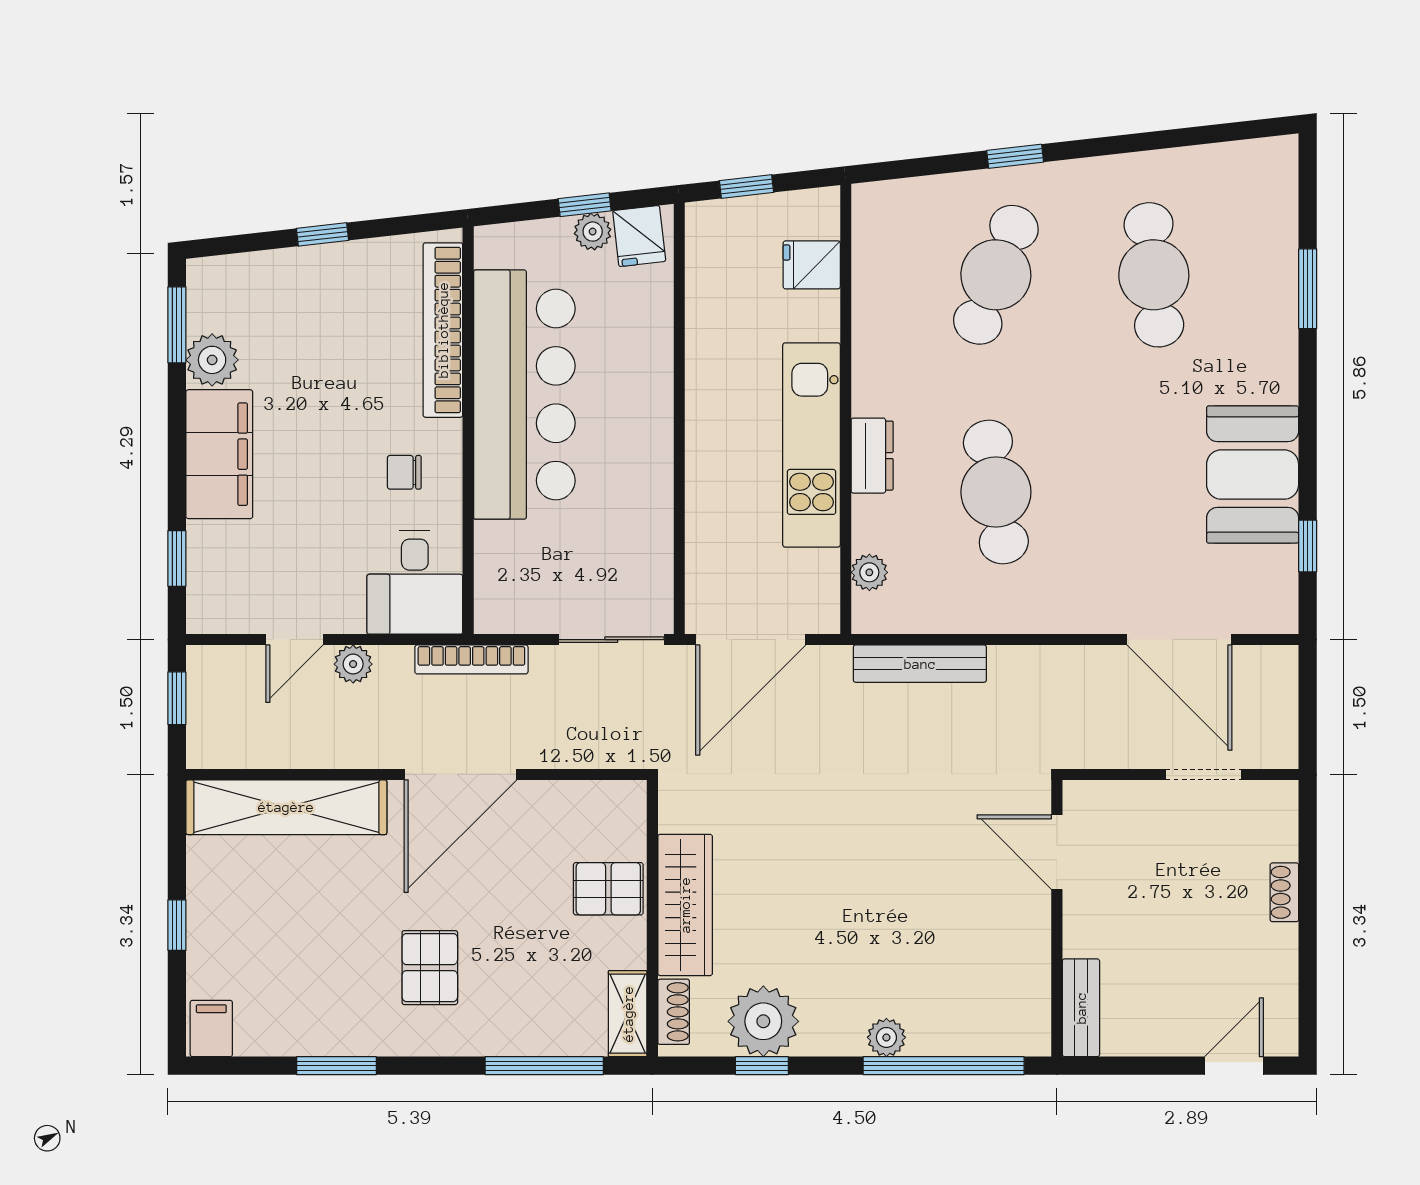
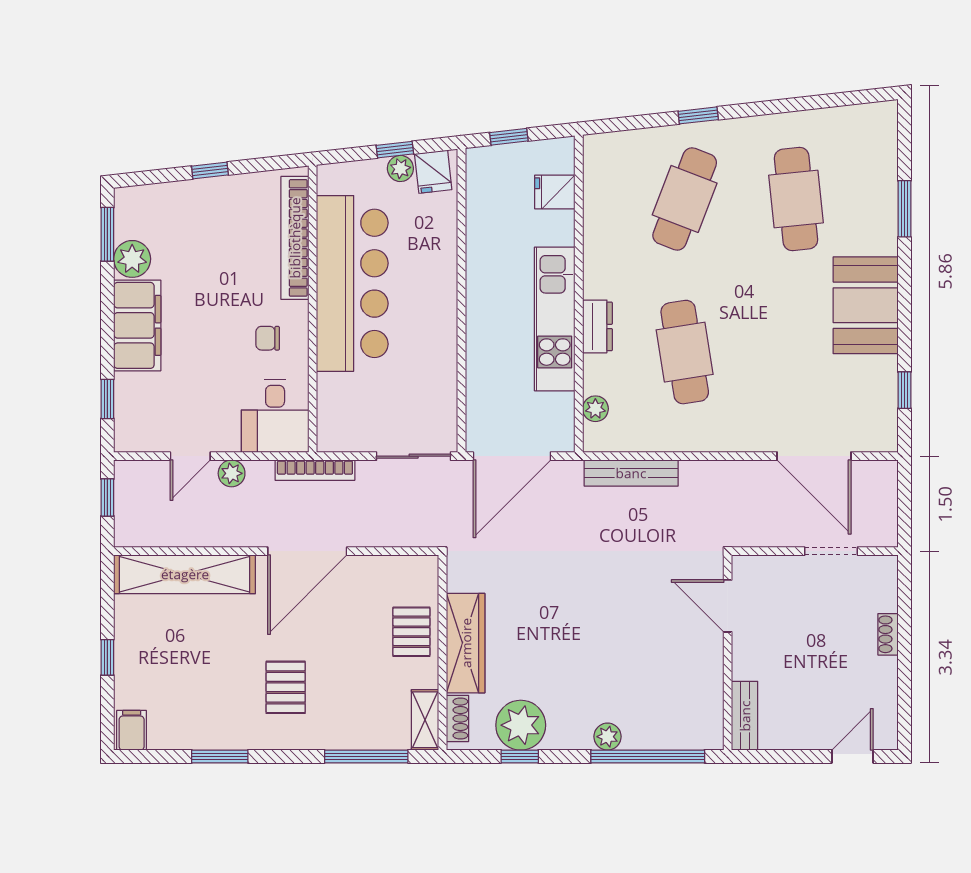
booth: (1253, 475) -> (866, 305), moved
pallet: (608, 889) -> (411, 632), turned 90

